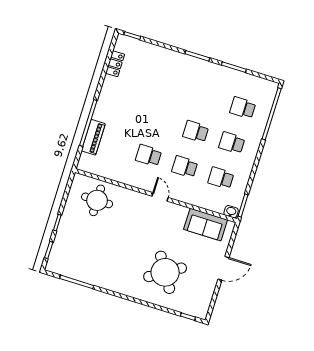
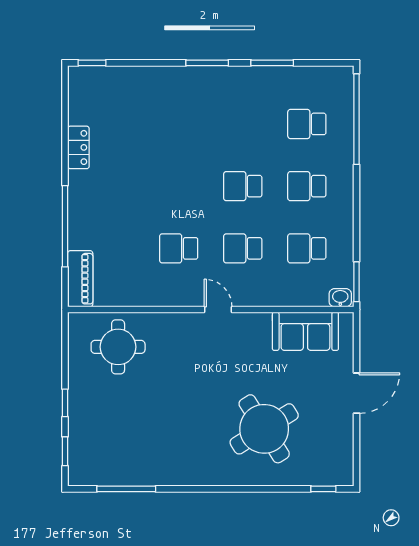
locker: (115, 64) -> (78, 147), moved
piano: (93, 137) -> (80, 279), moved

